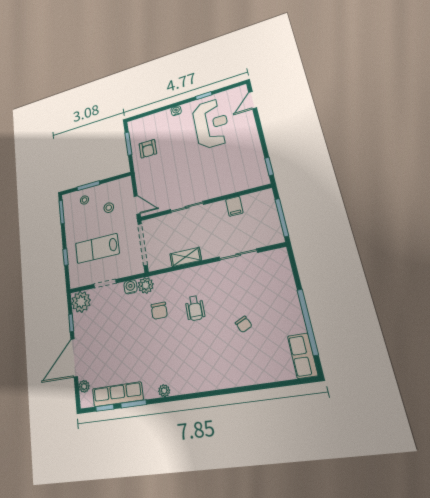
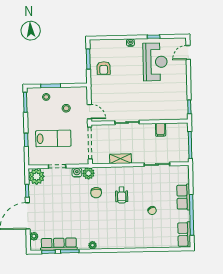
lab bench: (97, 248) -> (53, 138), turned 180
row of seats: (288, 296) -> (183, 197), added

